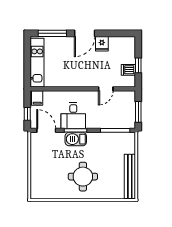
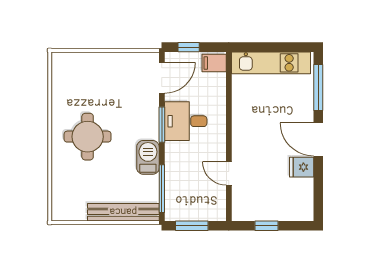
dishwasher: (128, 70) -> (259, 210), removed
barbecue: (76, 139) -> (148, 157), moved
bench: (130, 176) -> (123, 212), moved

